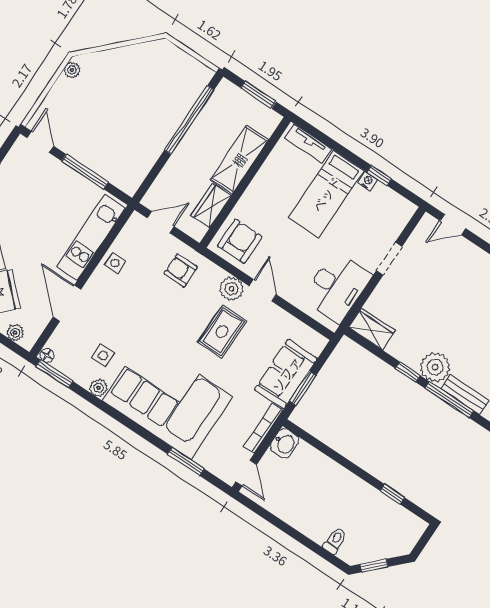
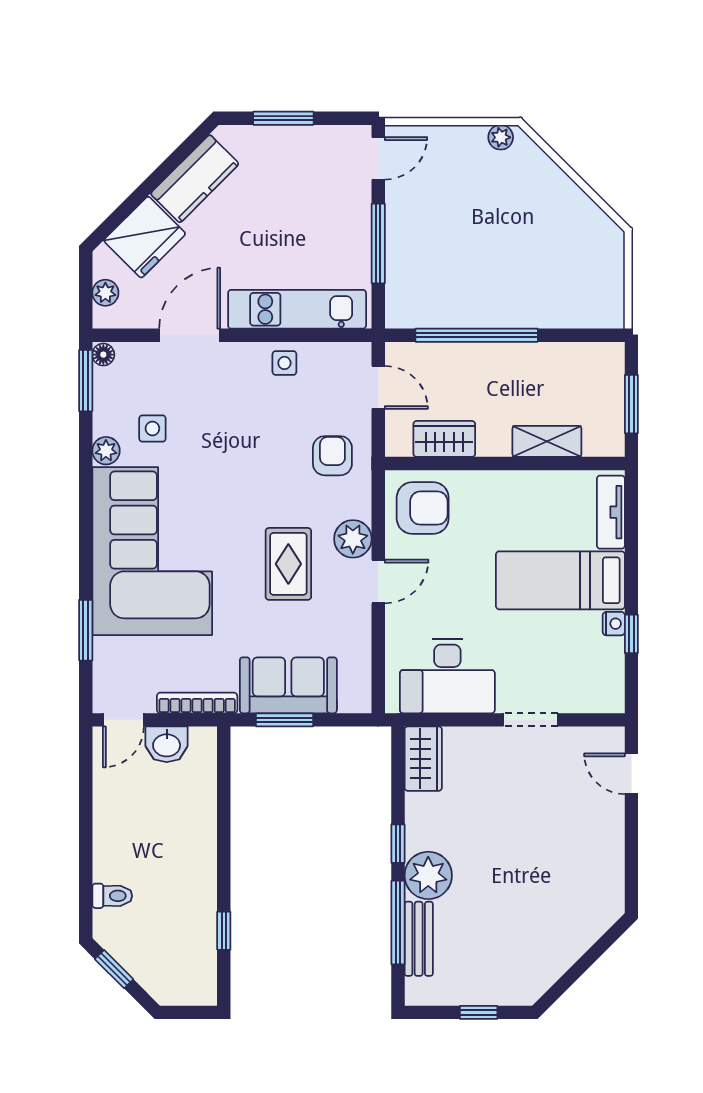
window: (189, 120) -> (477, 335), moved
shelving: (239, 160) -> (547, 441), width x0.67, depth x0.75
rug: (222, 331) -> (288, 564), turned 90
washbasin: (285, 443) -> (167, 744), moved

